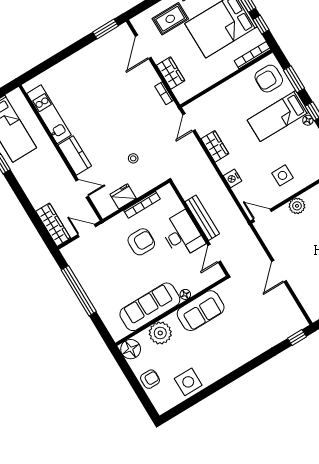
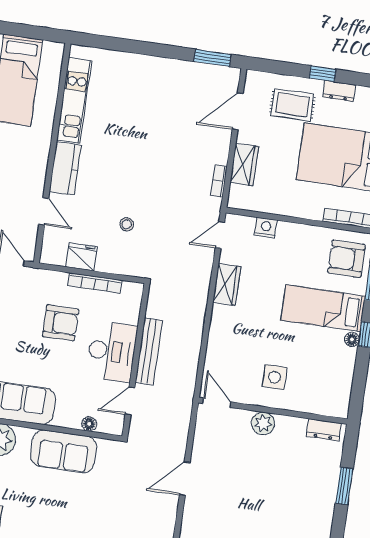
nightstand: (233, 178) -> (266, 228), moved, turned 90
floor lamp: (185, 294) -> (89, 424), moved

